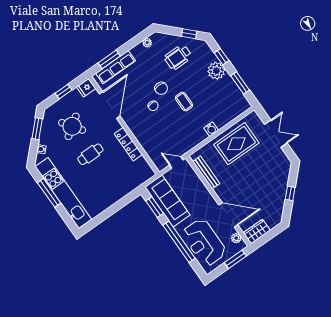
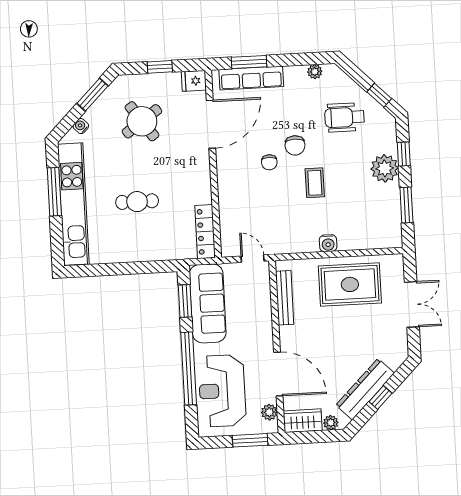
locker: (128, 144) -> (205, 232), moved
cafe table: (90, 154) -> (137, 202), moved
dresser: (279, 194) -> (365, 389), added
plant: (272, 223) -> (331, 423), added

